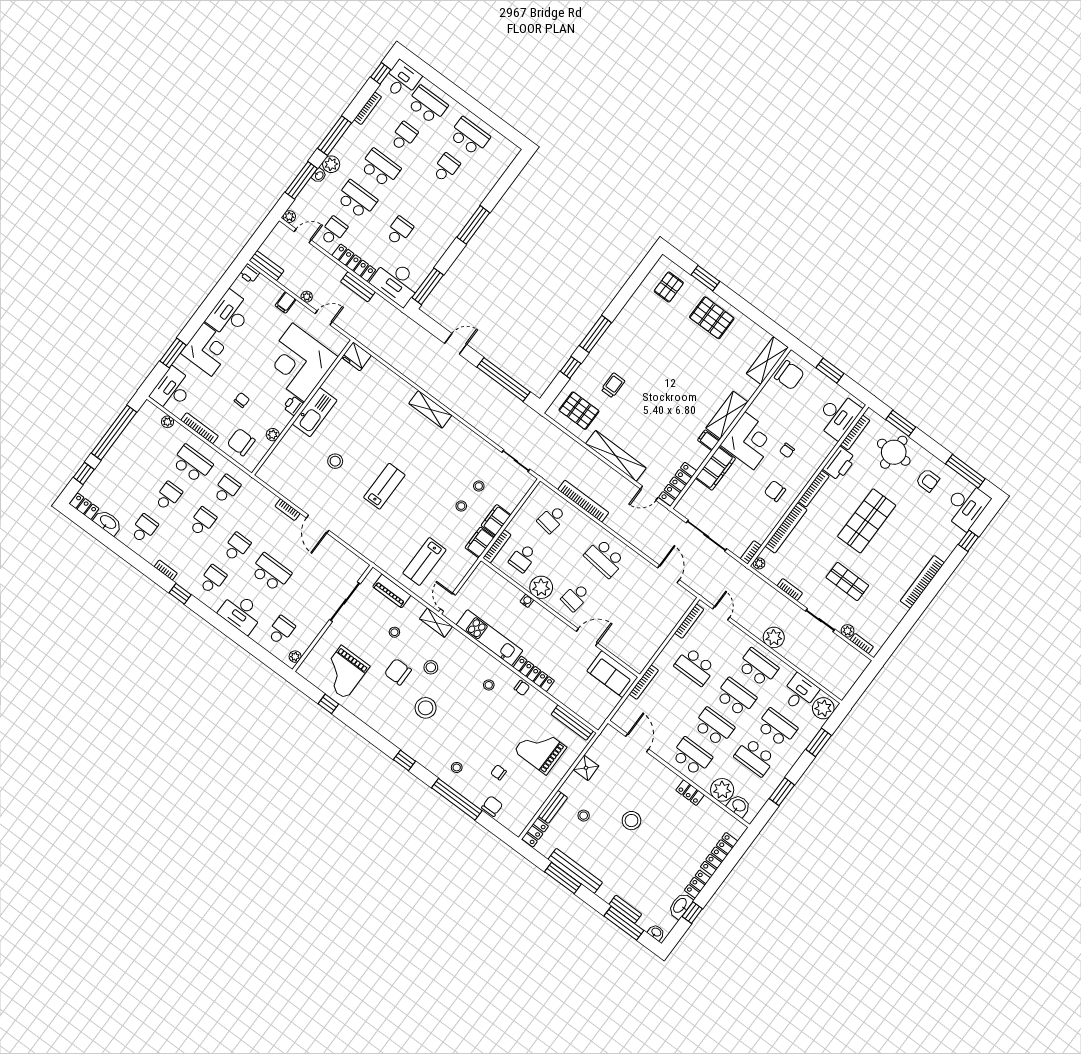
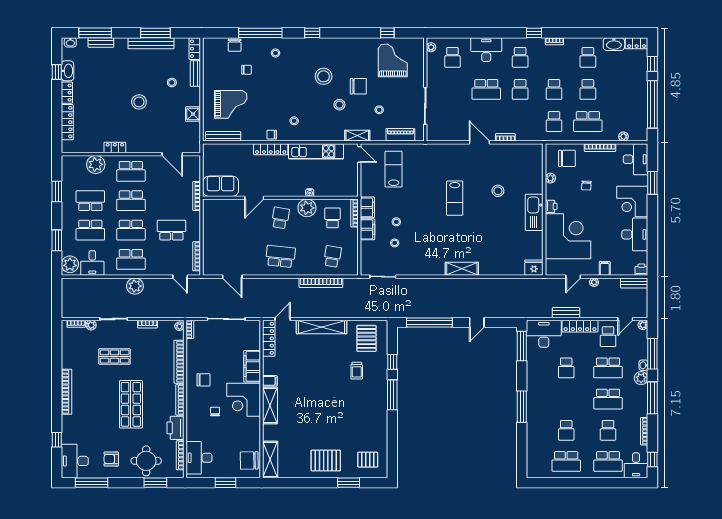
pallet: (669, 287) -> (368, 460), turned 90
pallet: (579, 411) -> (366, 338), turned 90
washbasin: (739, 806) -> (78, 162), removed

